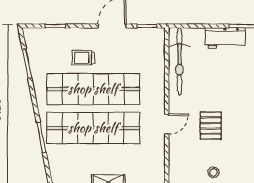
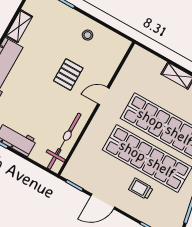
trolley: (83, 58) -> (141, 189), turned 180

